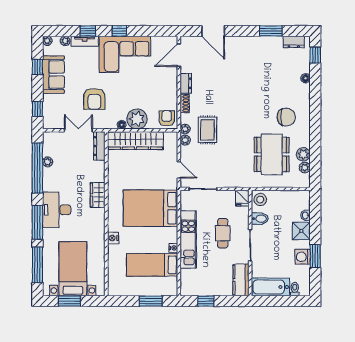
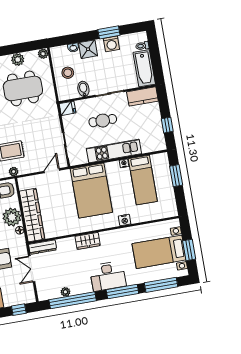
plant: (185, 140) -> (24, 170), removed
plant: (305, 167) -> (43, 54), moved
stool: (260, 200) -> (68, 73), moved

